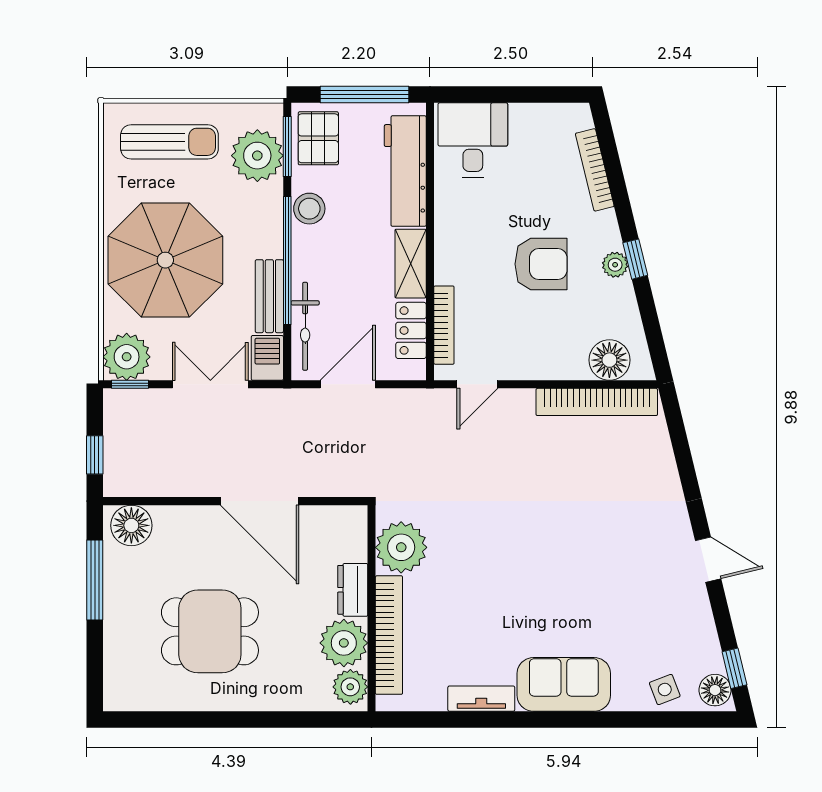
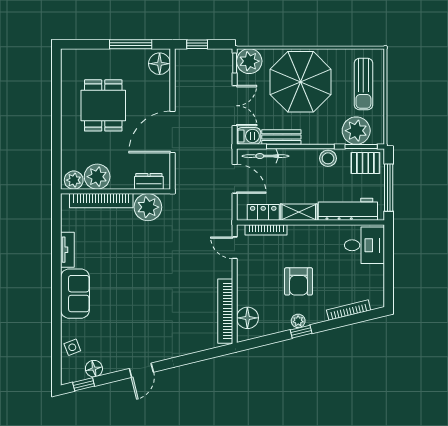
dresser: (353, 590) -> (149, 181), moved
floor lamp: (715, 690) -> (94, 369), moved

